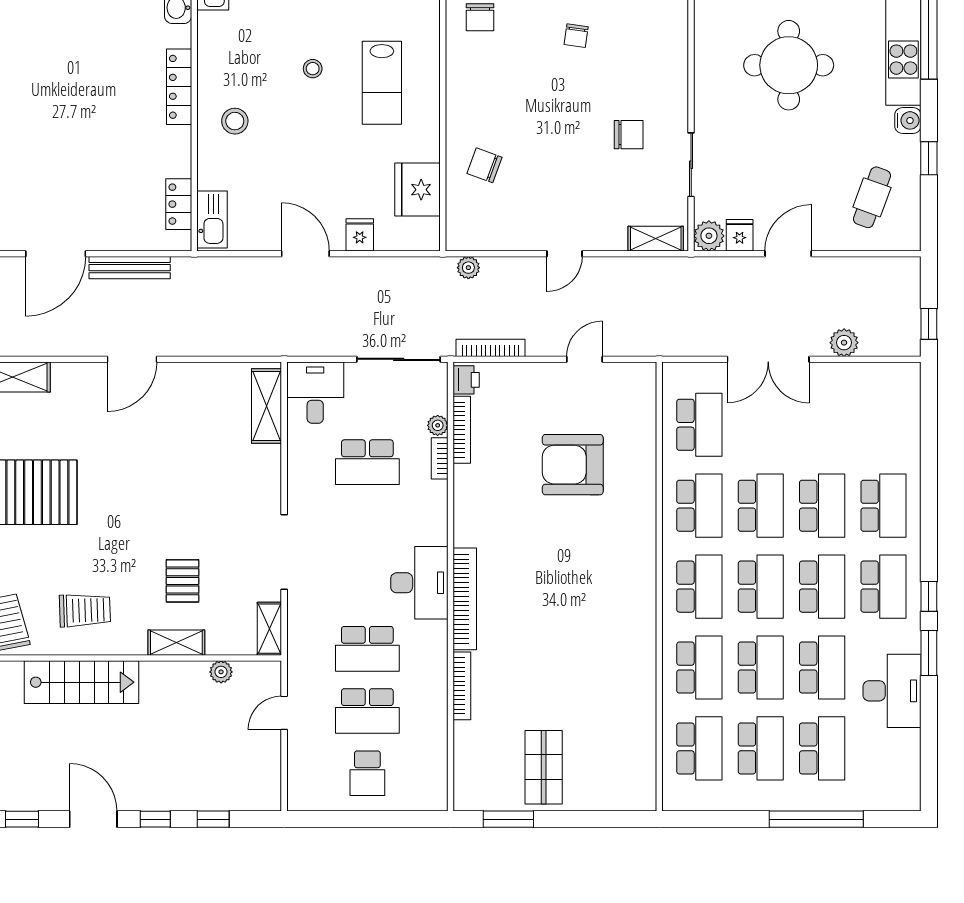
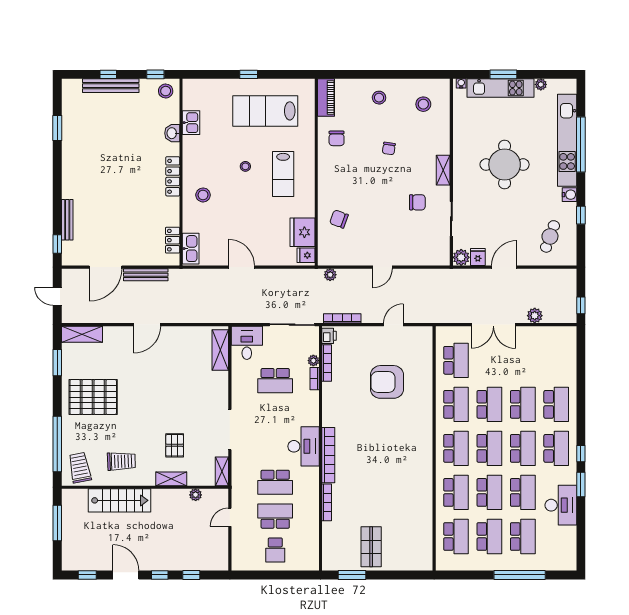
fridge: (360, 235) -> (306, 255), moved, turned -90
shelving: (656, 239) -> (443, 170), moved, turned 90
school desk: (367, 711) -> (275, 516), turned 180

